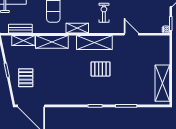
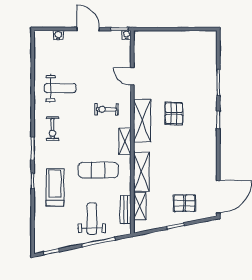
door: (131, 34) -> (132, 76), hinge flipped
shelving: (162, 83) -> (191, 39), removed

